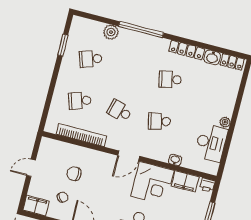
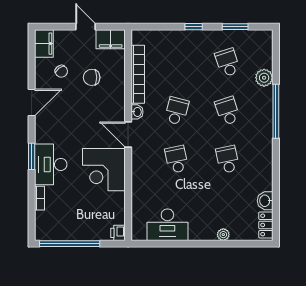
locker: (187, 50) -> (266, 169), removed
window: (54, 79) -> (194, 27), added
school desk: (80, 101) -> (228, 111), moved
plant: (225, 122) -> (223, 235), moved
washbasin: (175, 160) -> (137, 112), moved
chair: (74, 174) -> (92, 77), turned -90
filing cabinet: (185, 181) -> (111, 39), moved, turned -90

